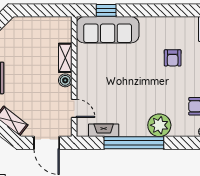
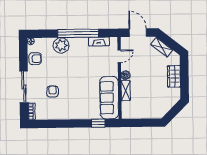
sofa: (108, 30) -> (109, 98), moved, turned -90
door: (74, 108) -> (119, 56), swing flipped

